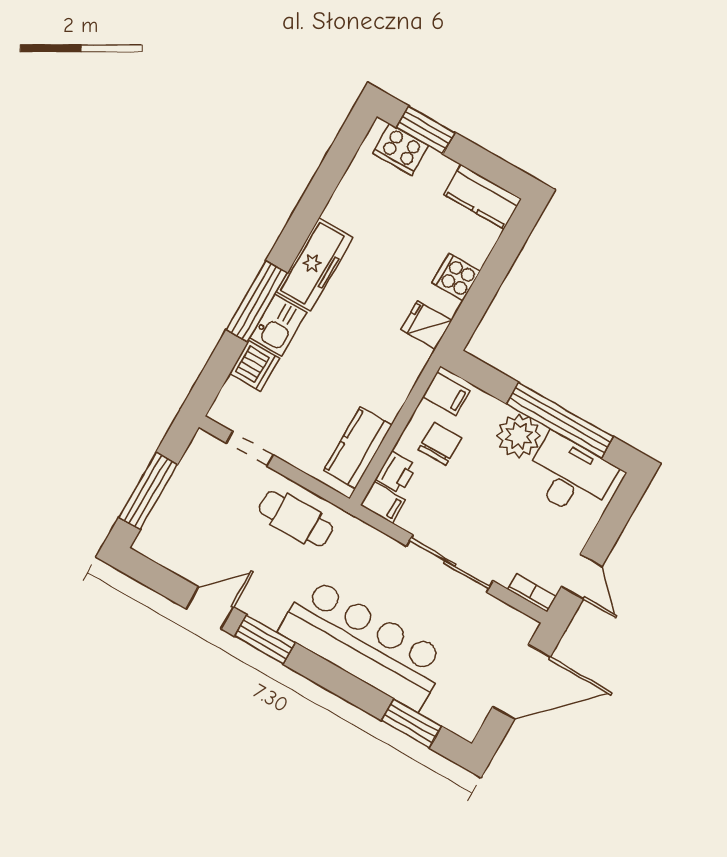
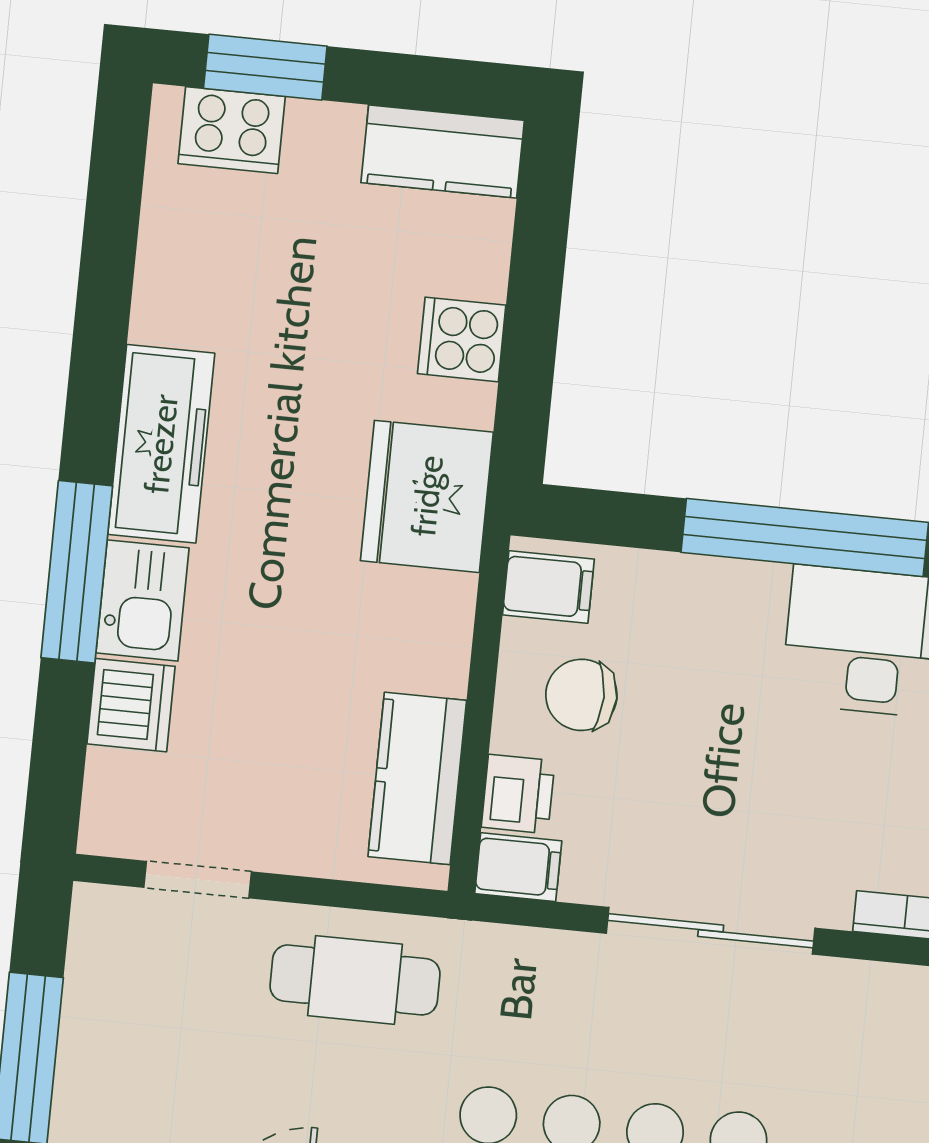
fridge: (426, 325) -> (427, 496), width x1.88, depth x1.34
plant: (519, 436) -> (735, 607), removed
chair: (440, 444) -> (581, 695), turned -90

